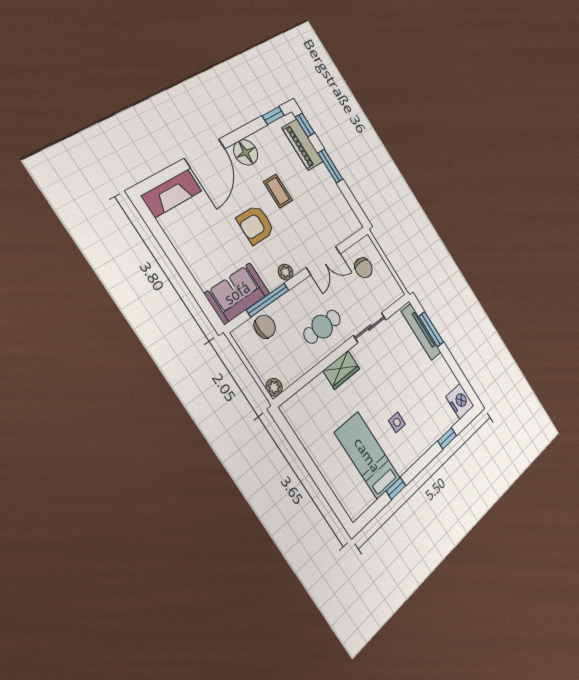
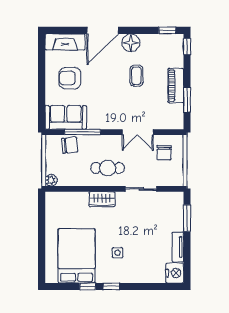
piano: (303, 145) -> (176, 86), moved
window: (330, 166) -> (187, 100), moved
armchair: (256, 225) -> (70, 78), moved
plant: (286, 272) -> (106, 124), removed
tv unit: (421, 332) -> (178, 247), moved, width x0.71
window: (447, 438) -> (111, 287), moved
bed: (367, 455) -> (77, 256), width x1.50

